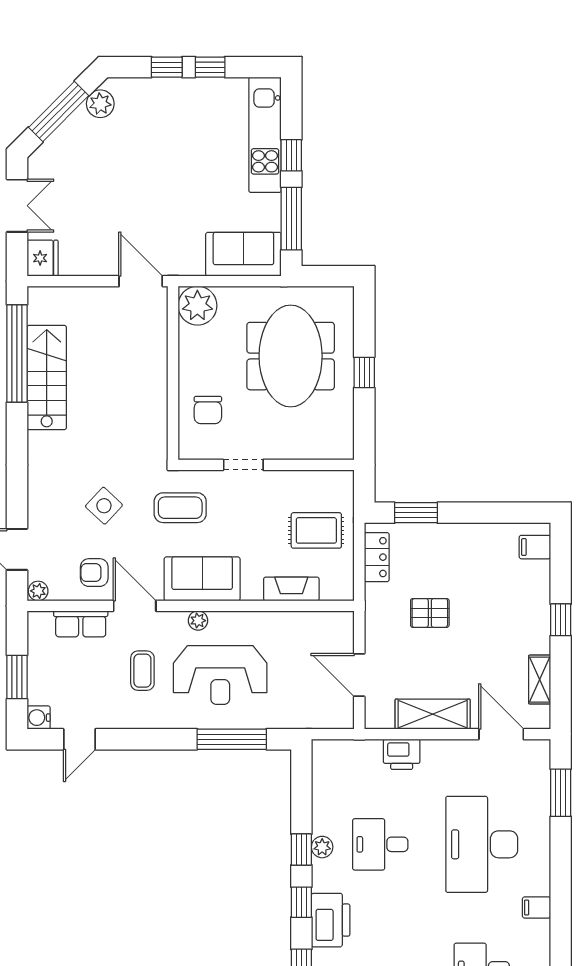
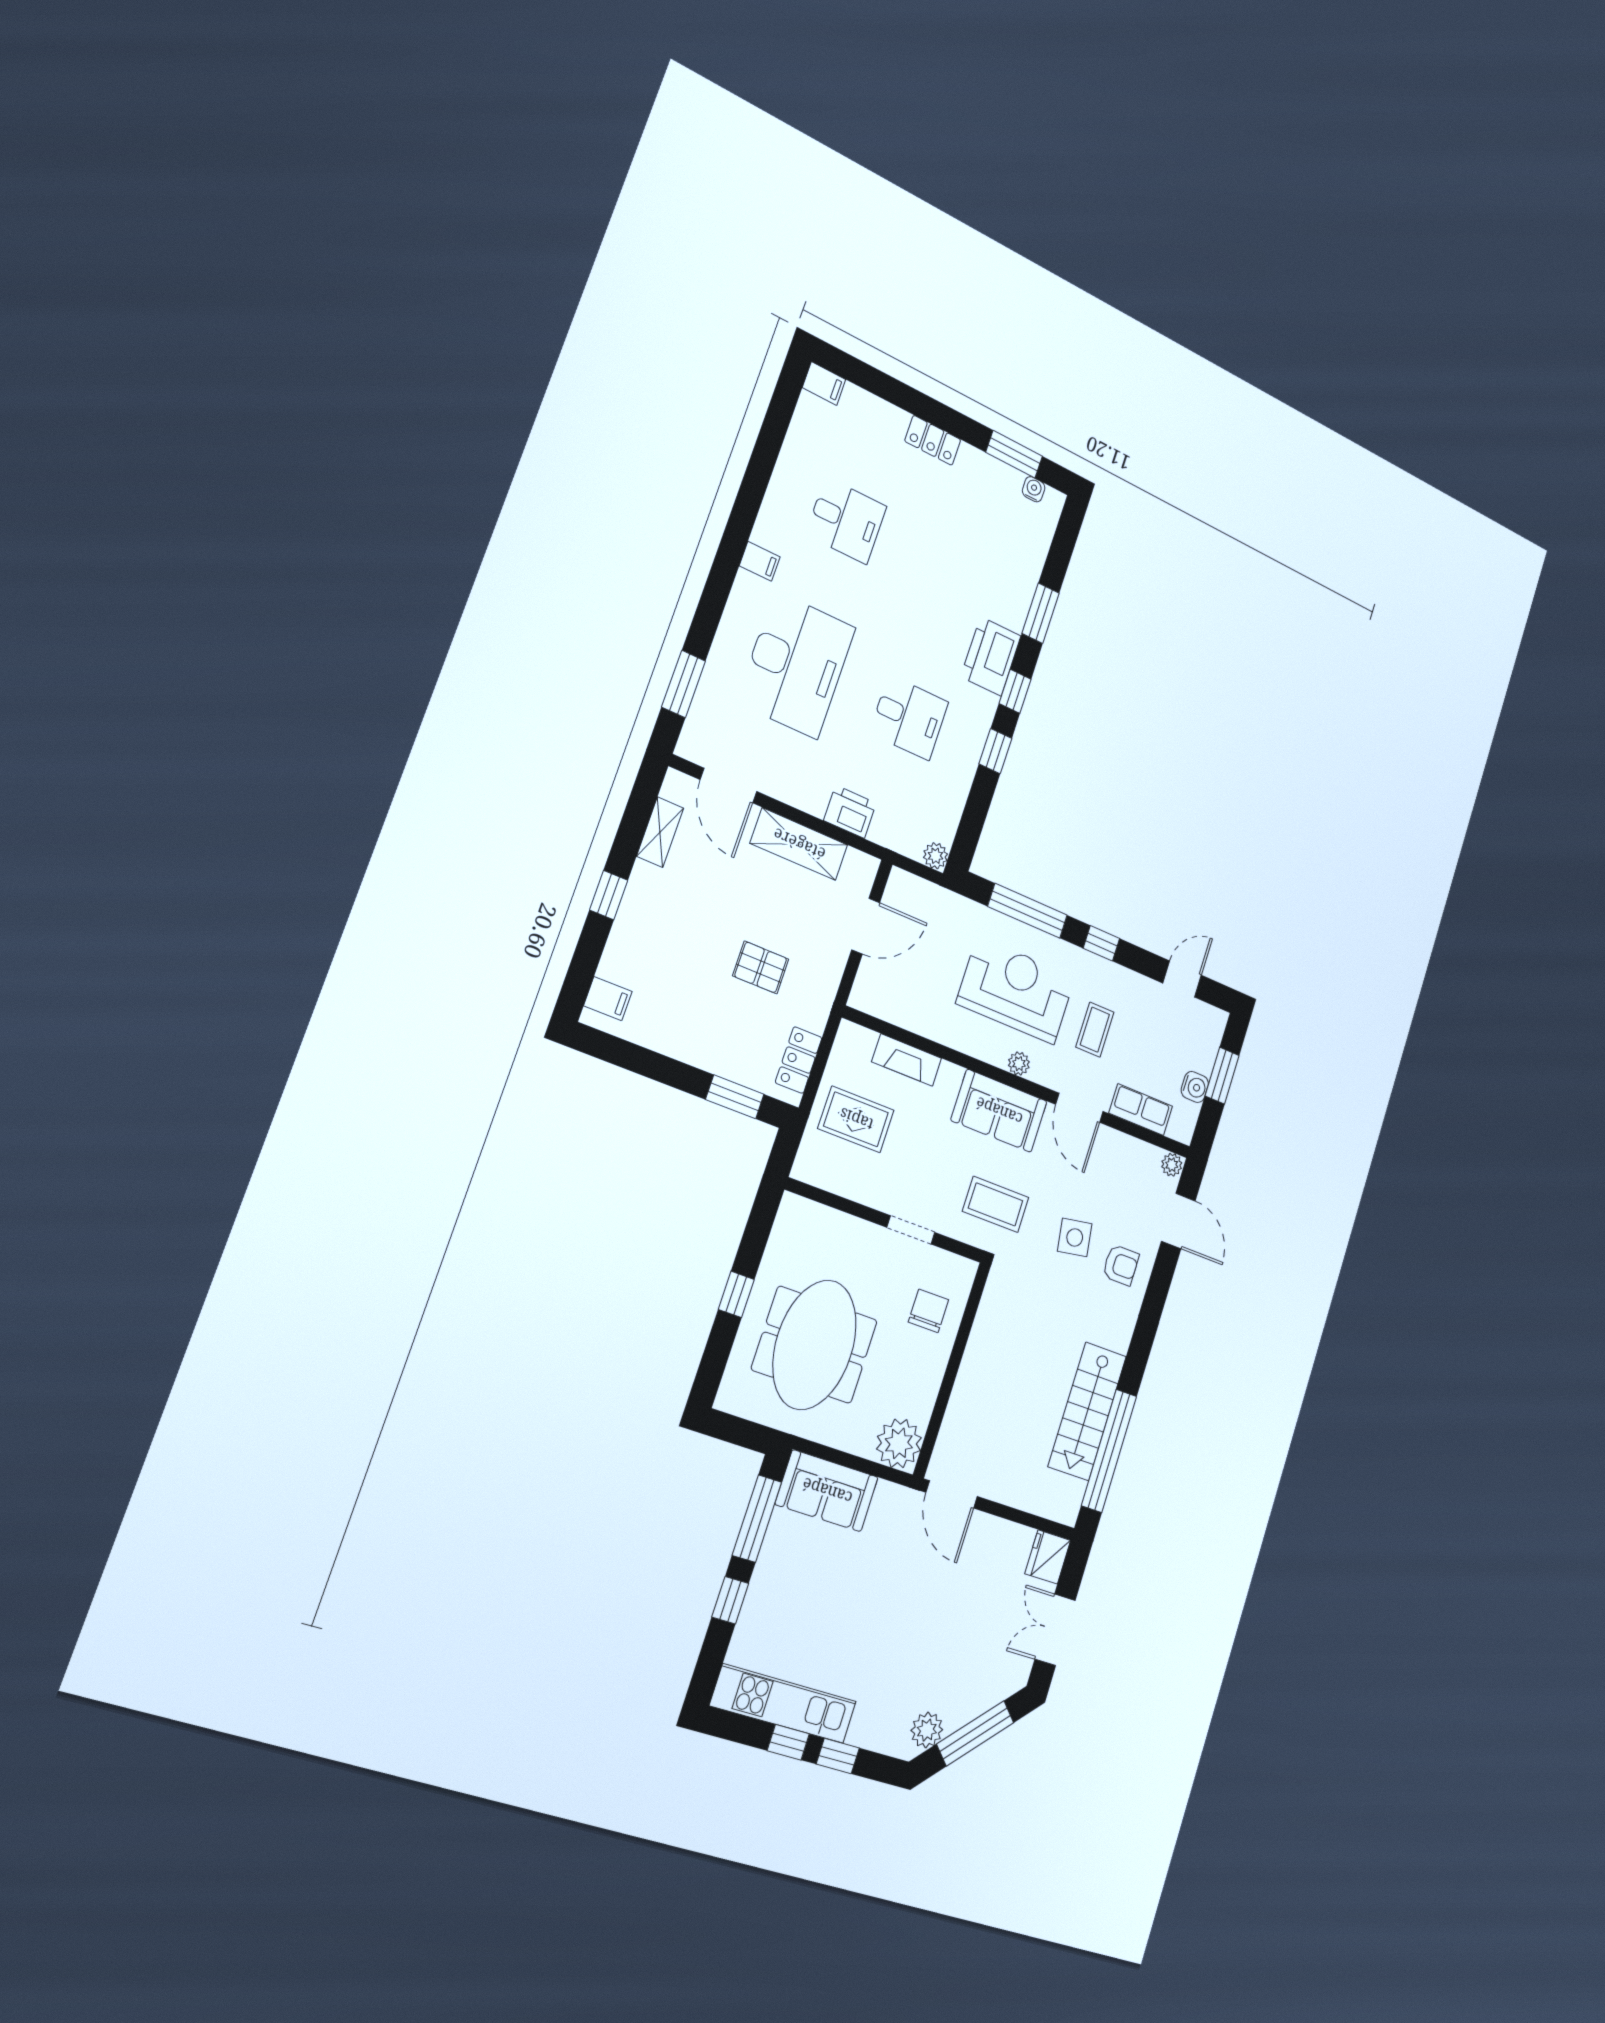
kitchen unit: (265, 135) -> (783, 1704), moved, turned -90
side table: (104, 506) -> (1075, 1237), turned 38
armchair: (94, 573) -> (1121, 1265), moved
door: (359, 675) -> (866, 926), hinge flipped
water cooler: (39, 718) -> (1195, 1087), moved
window: (160, 739) -> (1101, 943), added
plant: (322, 847) -> (936, 856), moved

